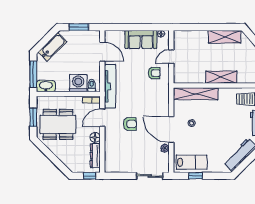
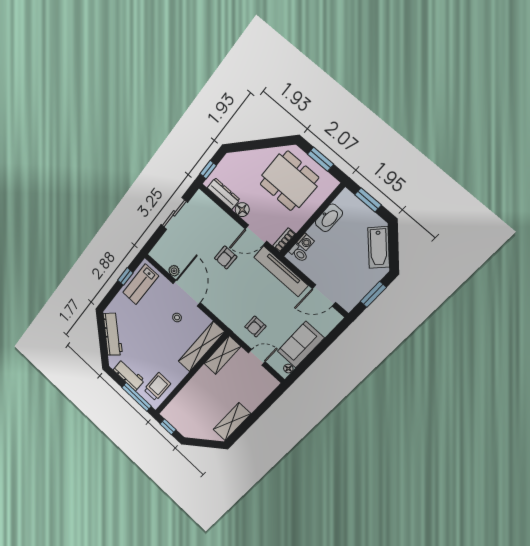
door: (171, 57) -> (257, 357), hinge flipped
window: (33, 74) -> (368, 200), width x0.69
shelving: (221, 77) -> (222, 355), moved
washing machine: (78, 83) -> (305, 242), width x0.53, depth x0.53
washbasin: (46, 86) -> (329, 218), moved
door: (102, 118) -> (256, 235), swing flipped
dining table: (58, 124) -> (289, 181), turned 90
door: (171, 130) -> (187, 293), hinge flipped
sliding door: (150, 176) -> (174, 213), moved

